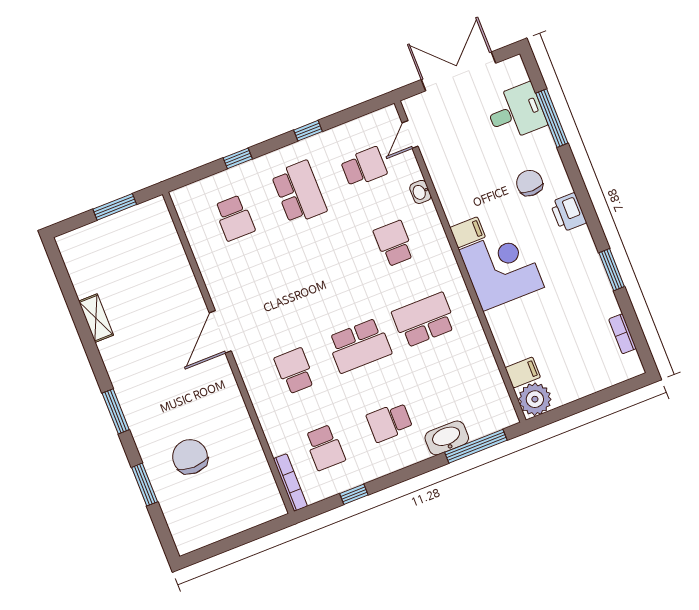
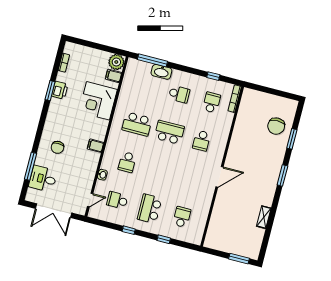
window: (115, 207) -> (239, 259), moved
printer: (568, 212) -> (60, 90), moved
corner desk: (502, 269) -> (98, 101), moved
chair: (190, 457) -> (276, 126), moved

